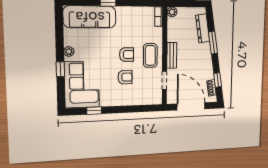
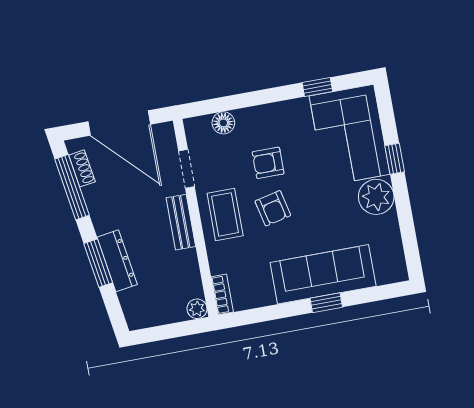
sofa: (90, 17) -> (323, 274), moved
dresser: (203, 28) -> (117, 261), moved
plant: (69, 52) -> (376, 197), width x1.88, depth x1.88
armchair: (127, 55) -> (273, 208), turned -103
window: (218, 80) -> (72, 187), width x2.17
floor lamp: (143, 100) -> (223, 123), added

